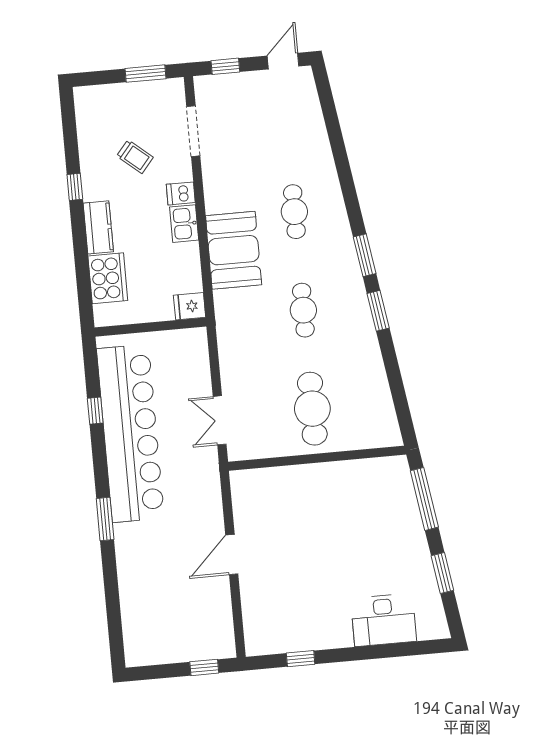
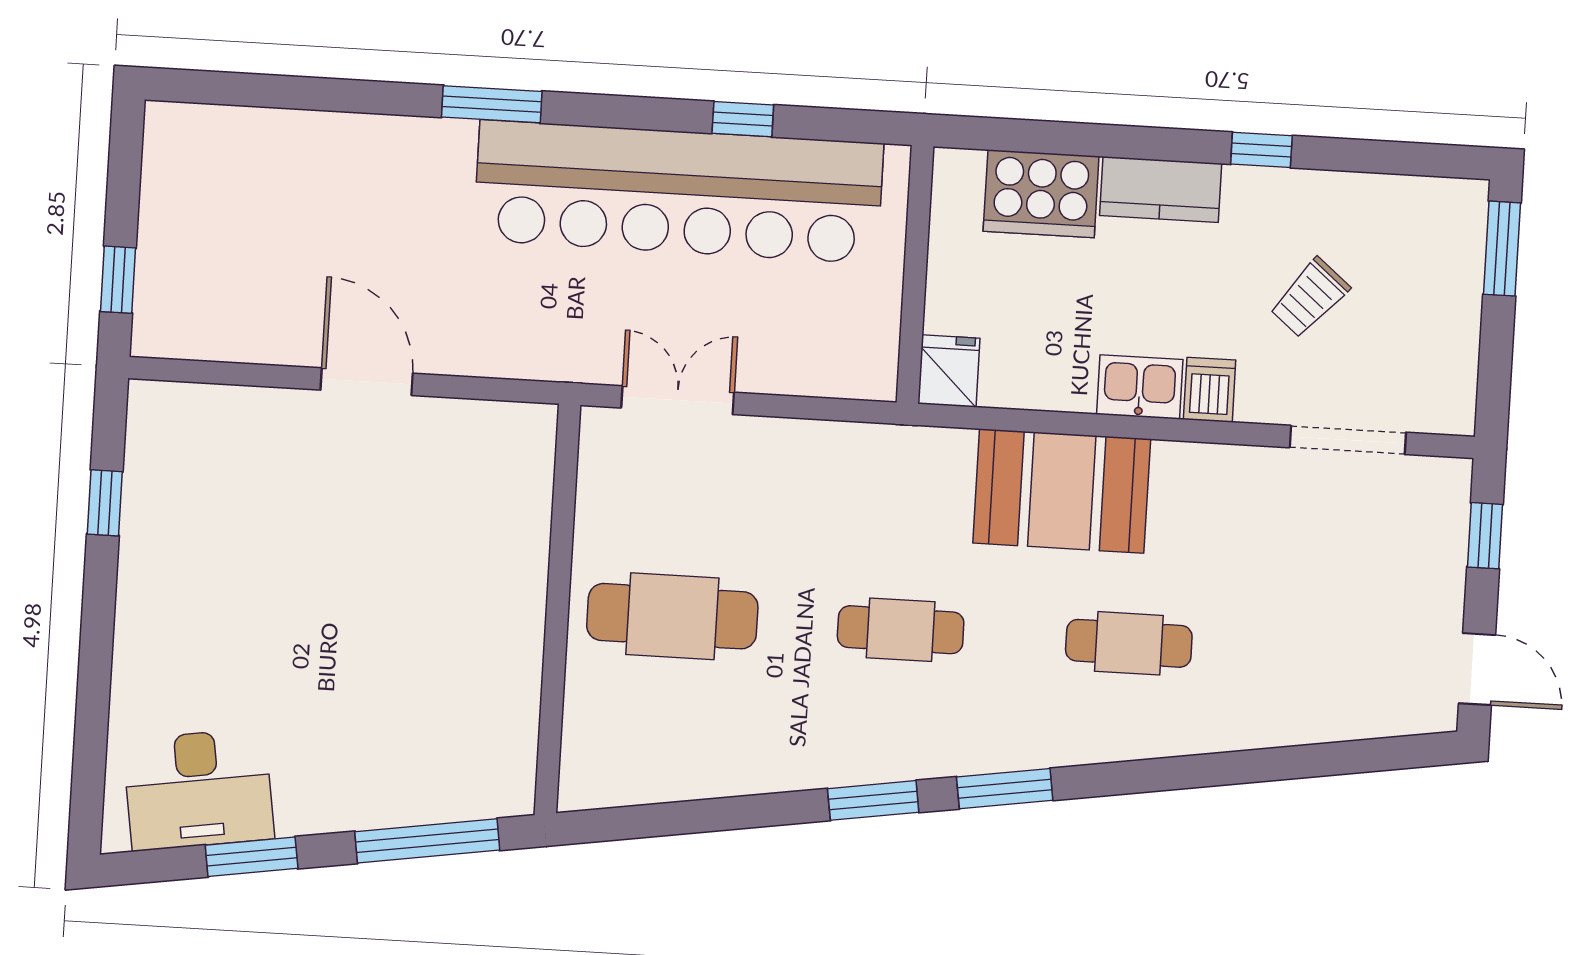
window: (146, 74) -> (1502, 249), moved
desk: (384, 620) -> (198, 789), moved, turned -99

